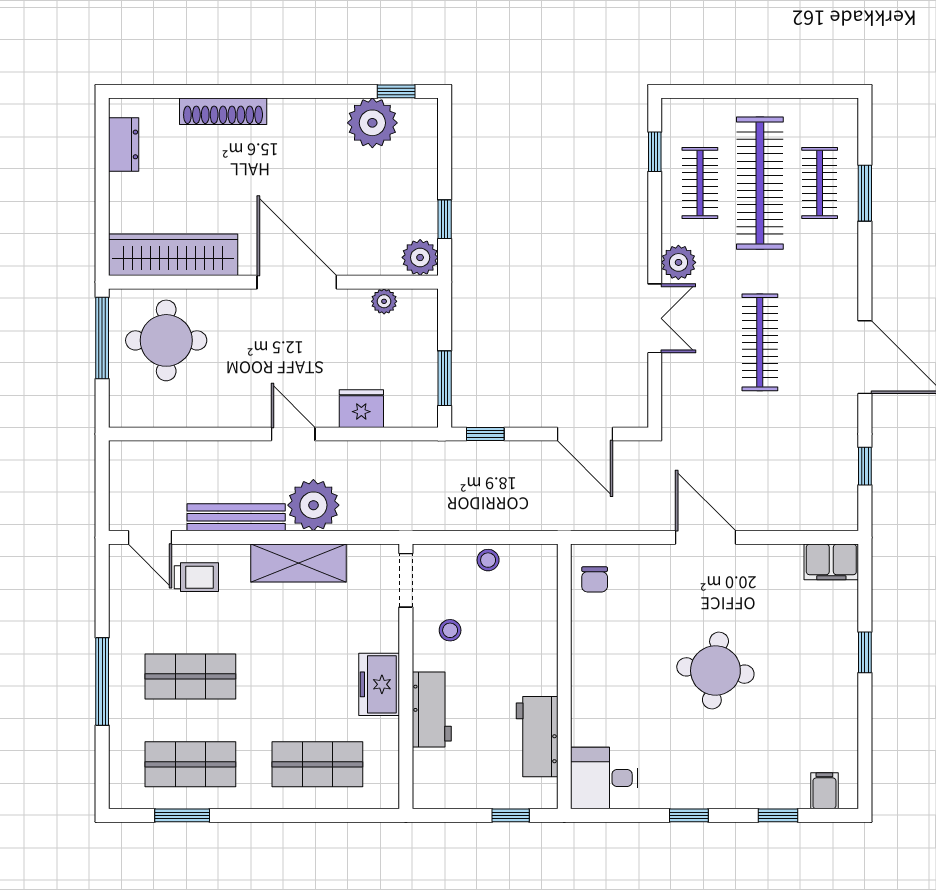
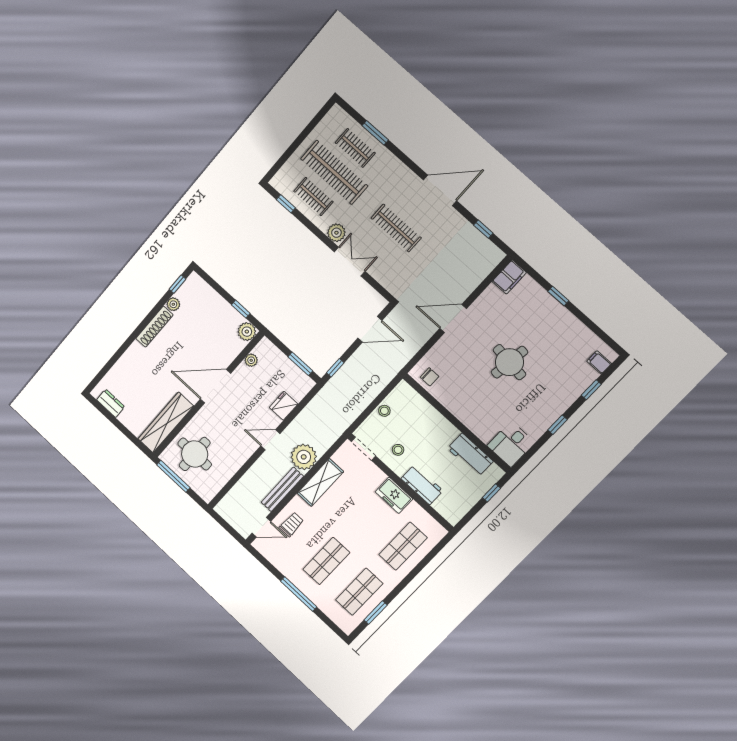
shoe rack: (223, 111) -> (154, 327), moved
plant: (372, 123) -> (173, 304), width x0.53, depth x0.53

